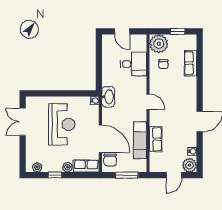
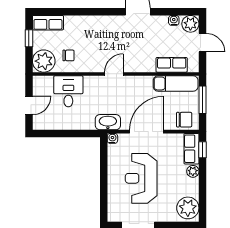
row of seats: (191, 63) -> (48, 23), moved
reception desk: (62, 124) -> (141, 178), turned -90
door: (100, 139) -> (146, 132), moved
row of seats: (156, 139) -> (172, 65), moved
exam couch: (140, 140) -> (176, 83), moved
plant: (37, 167) -> (188, 208), width x1.87, depth x1.87
window: (55, 175) -> (202, 150), moved

